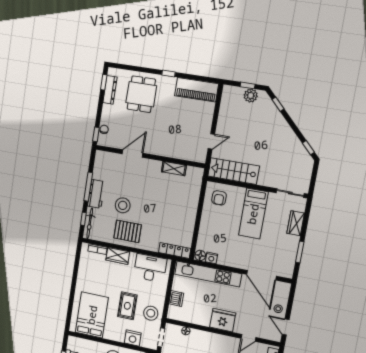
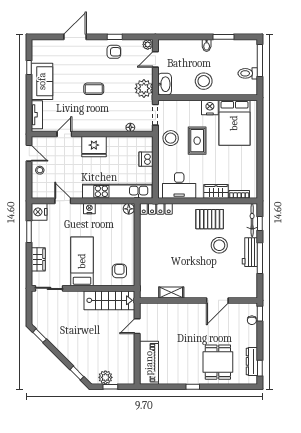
piano: (196, 90) -> (149, 363), moved, turned 90
nightstand: (211, 258) -> (89, 209), moved
nightstand: (286, 269) -> (39, 212), added
door: (261, 275) -> (63, 201), width x0.53
nightstand: (133, 338) -> (210, 107), moved

